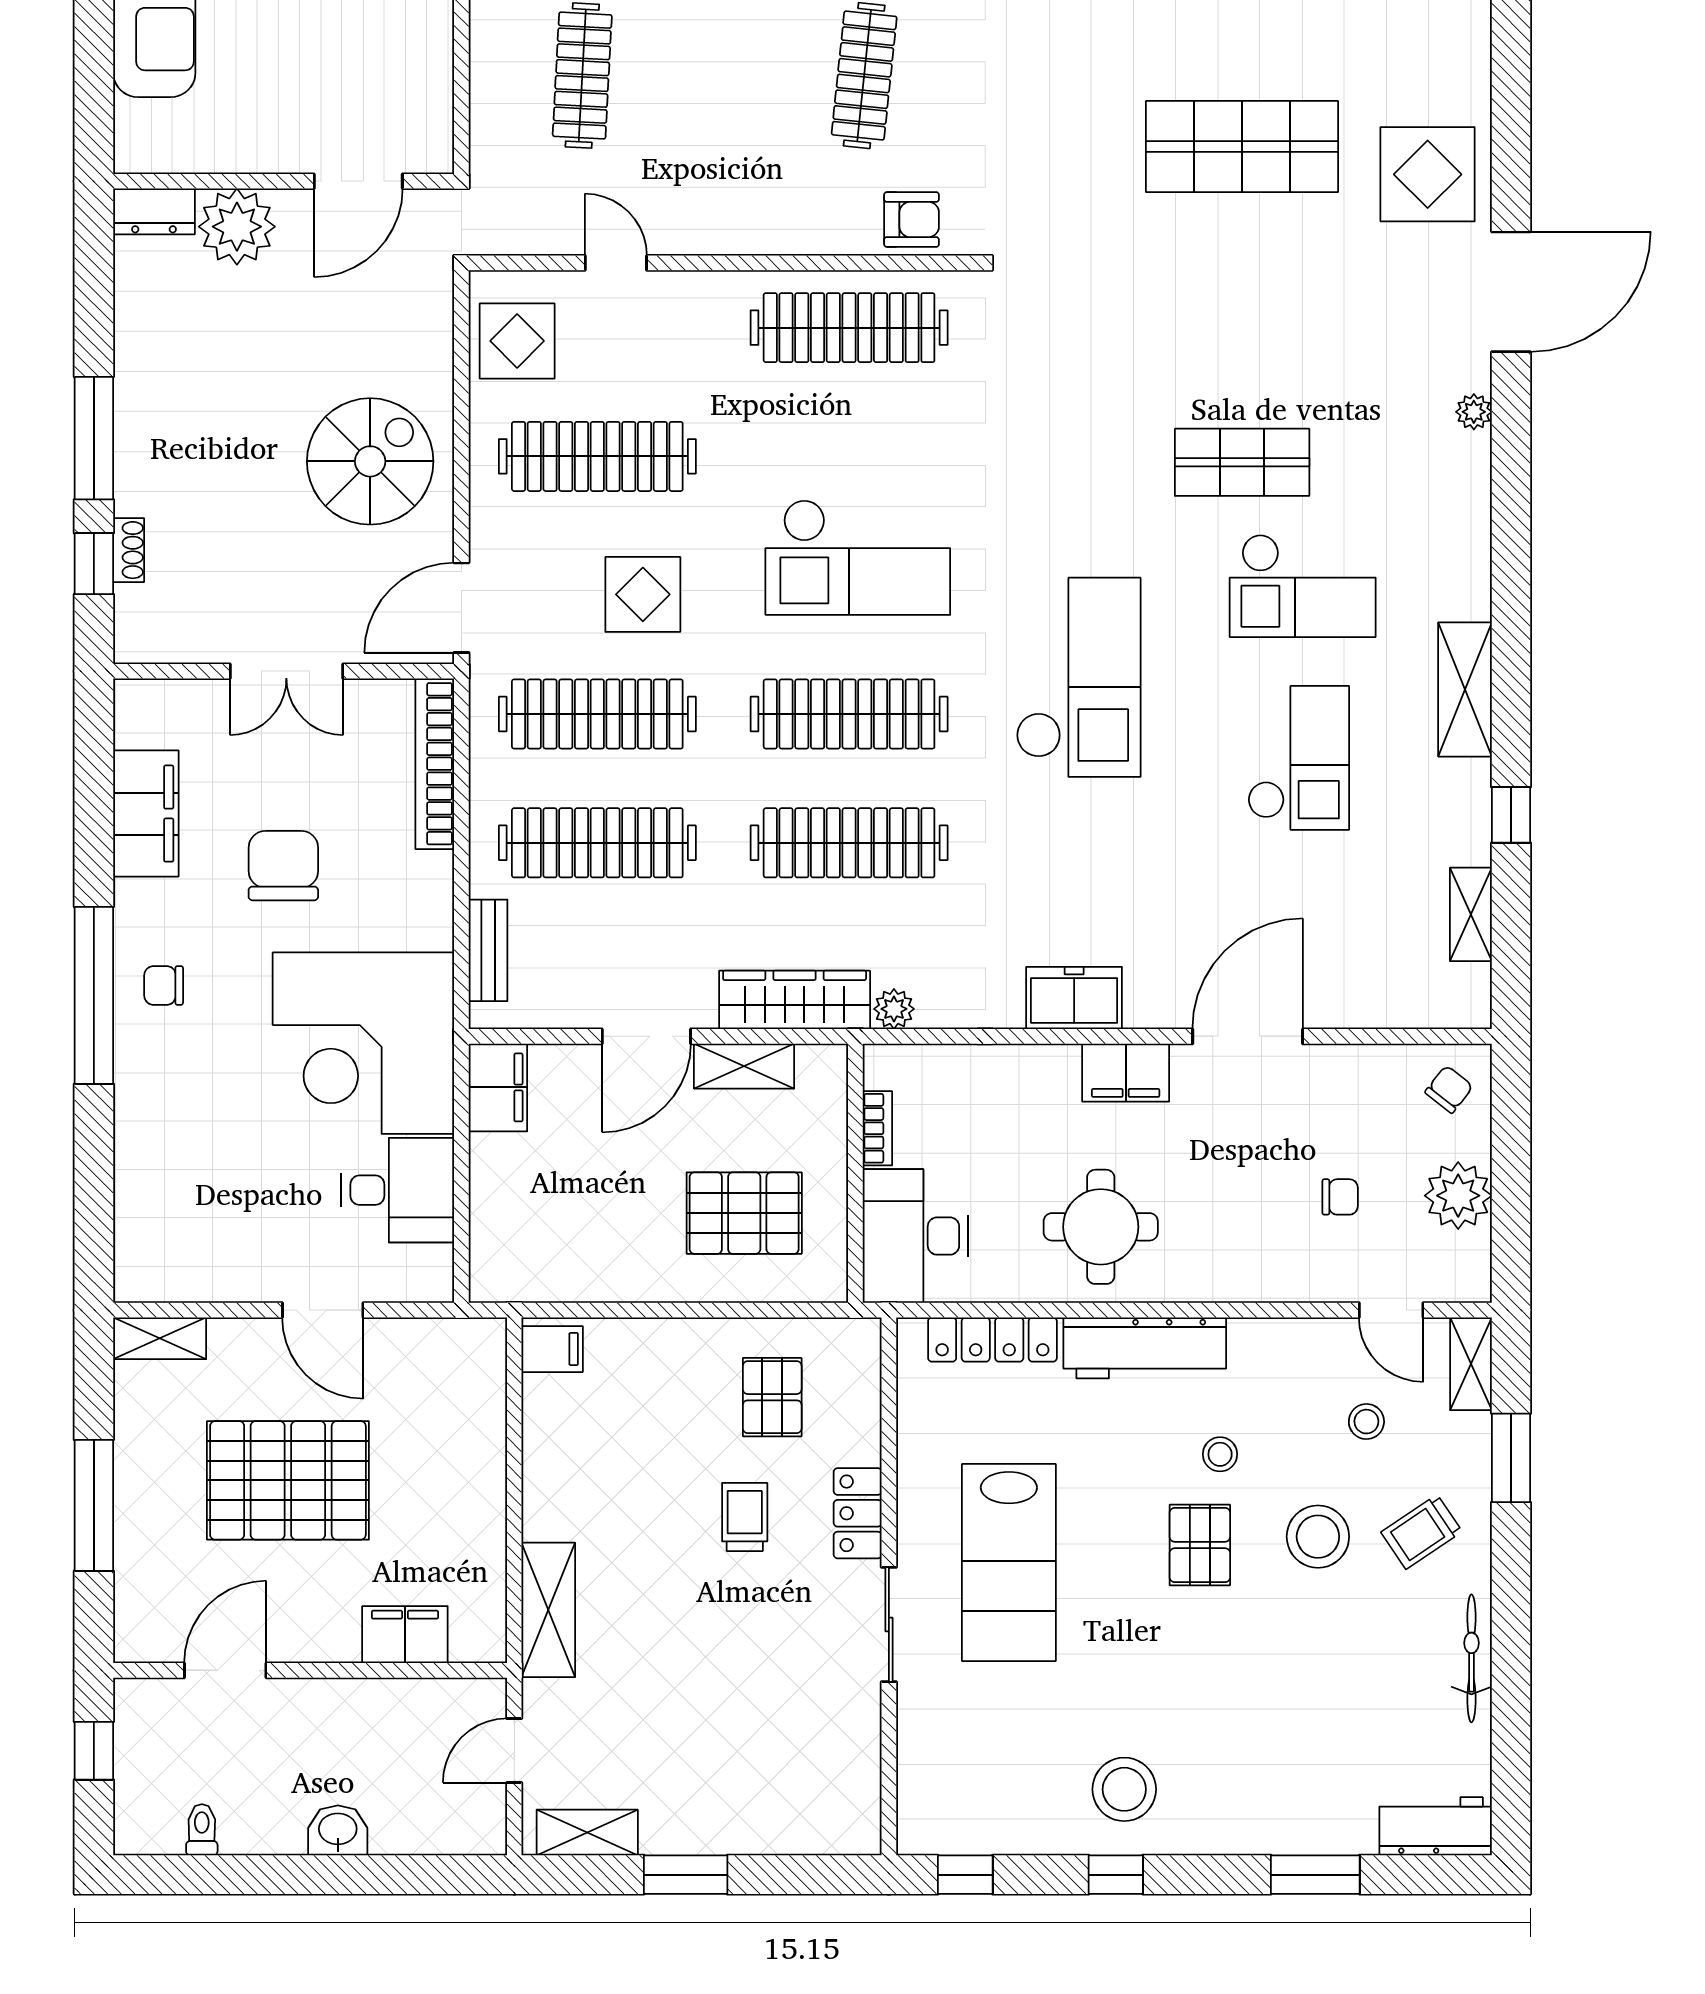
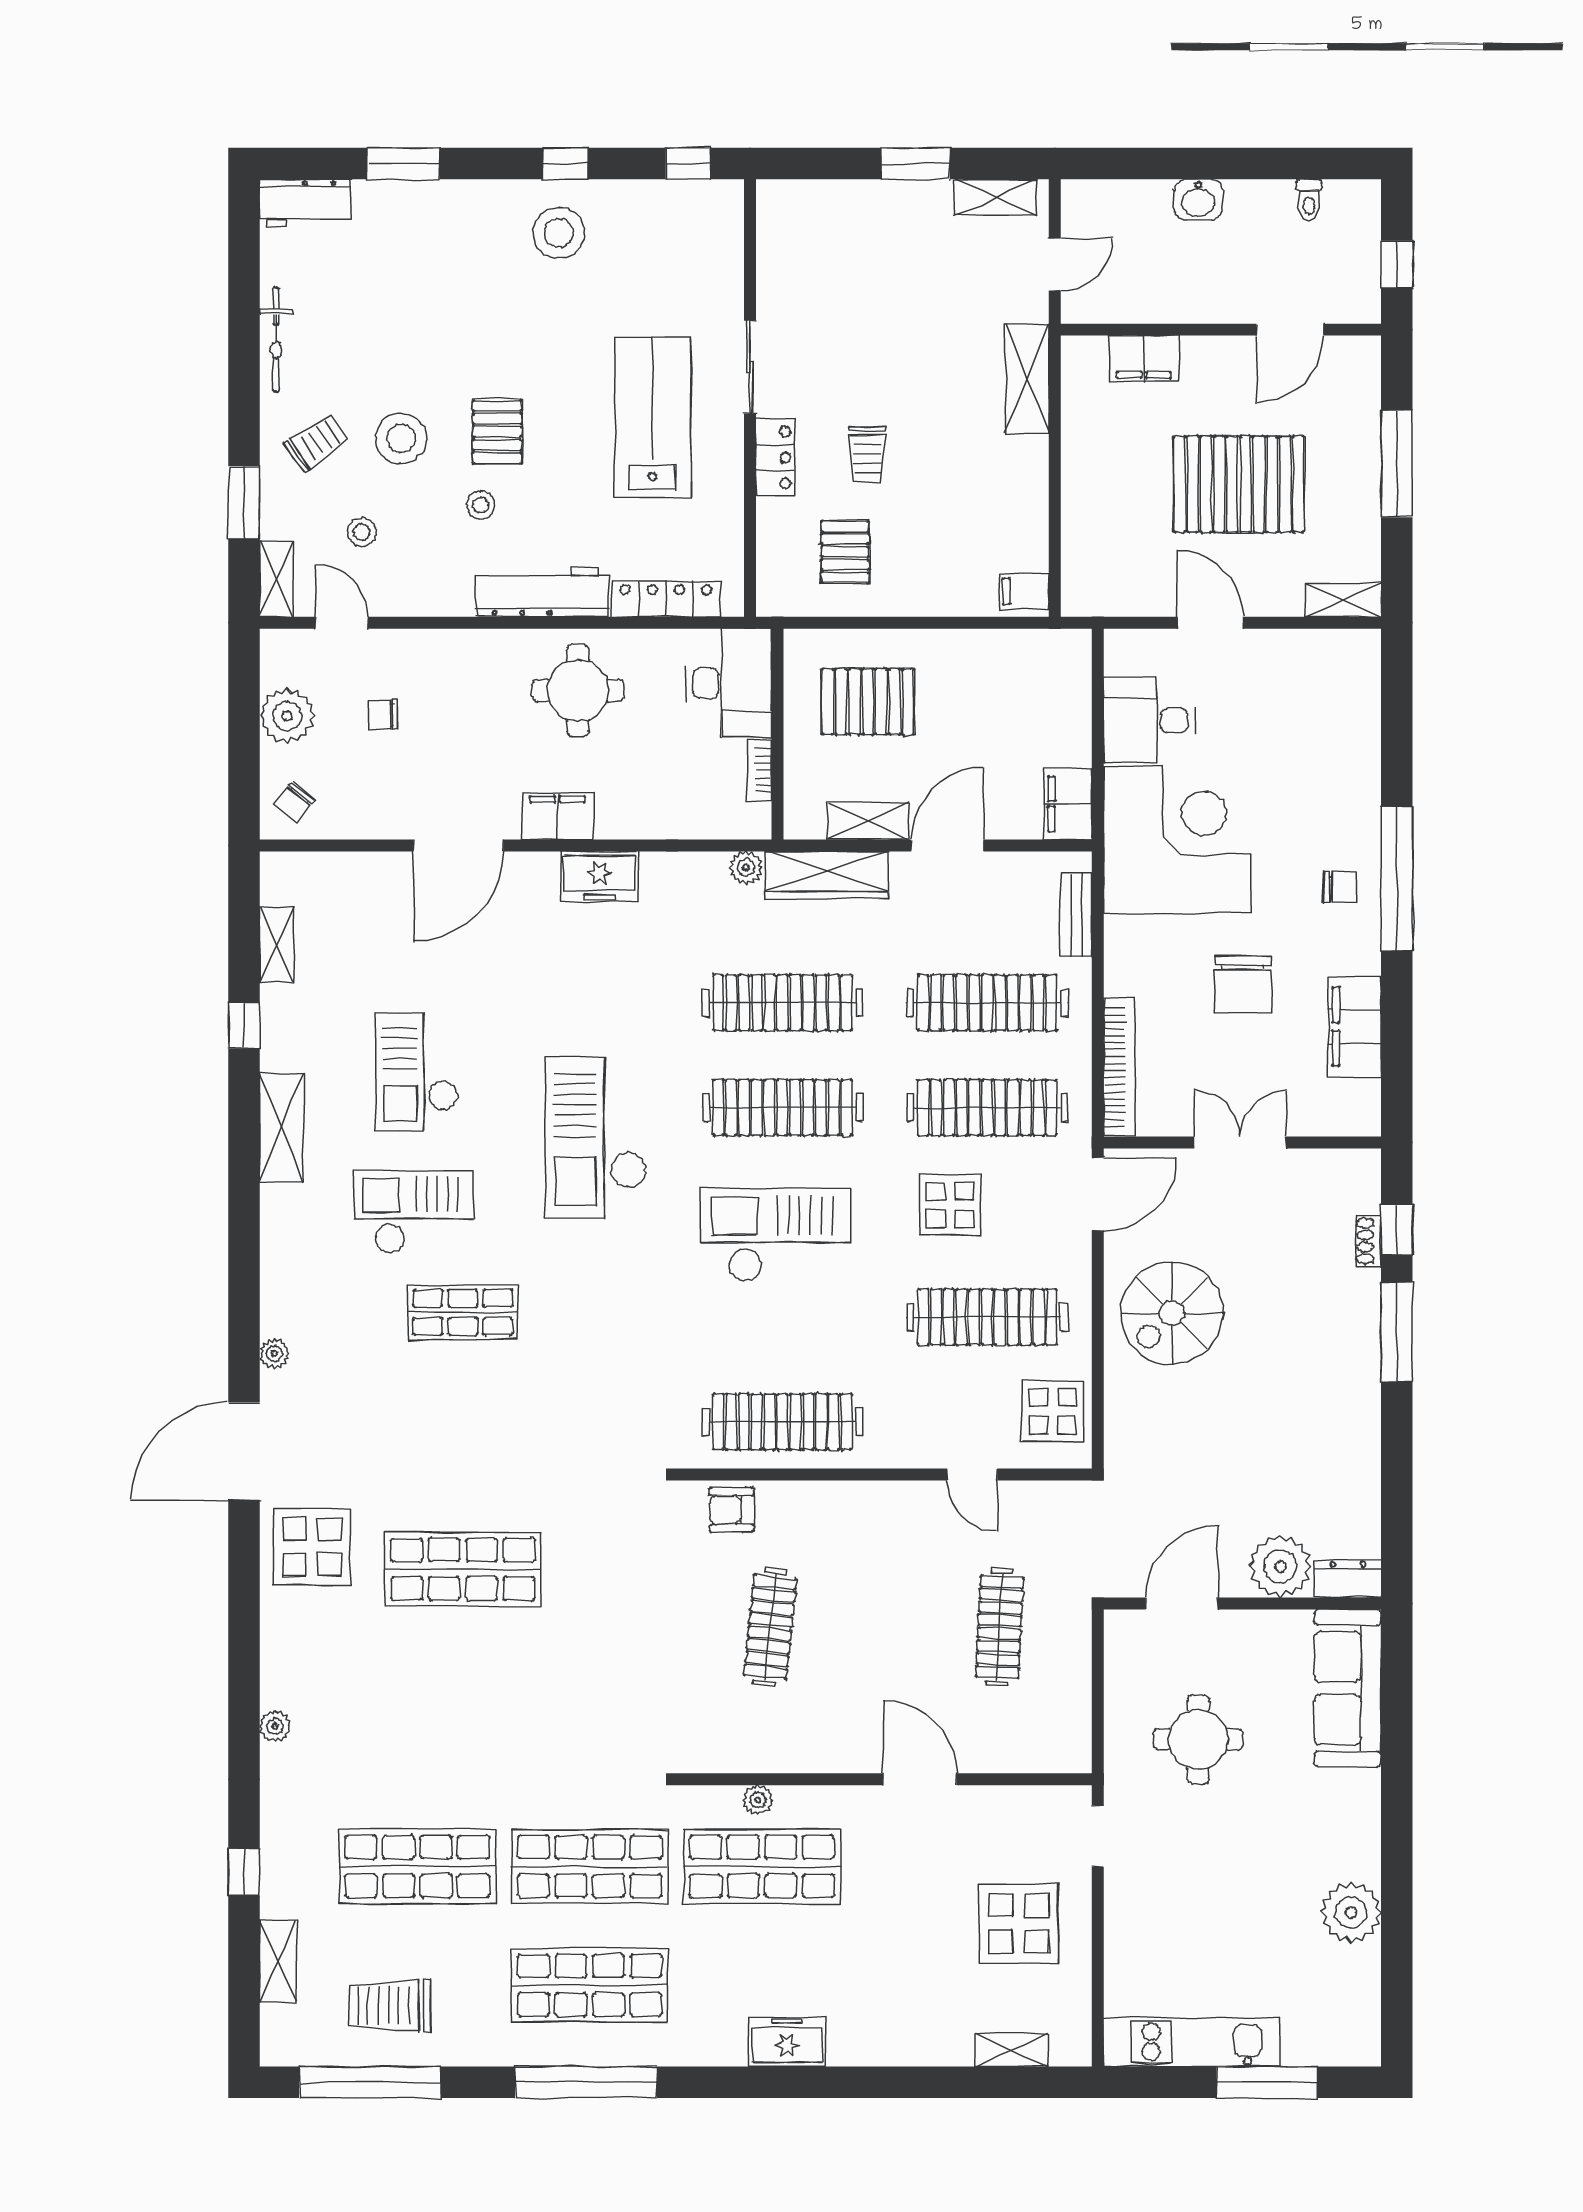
wall: (284, 181) -> (1242, 1603), moved
door: (358, 181) -> (1182, 1603), moved
dresser: (154, 211) -> (1348, 1579), moved
plant: (237, 227) -> (1280, 1567), moved

